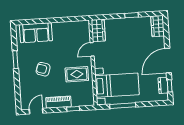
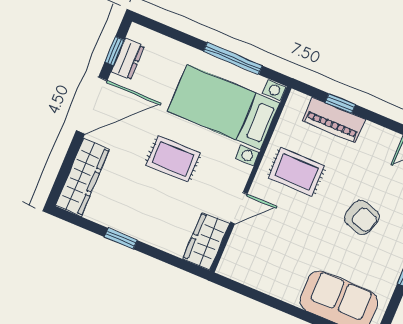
wardrobe: (158, 26) -> (82, 177), width x1.50
rug: (127, 56) -> (173, 159), added
piano: (58, 102) -> (334, 120), moved

